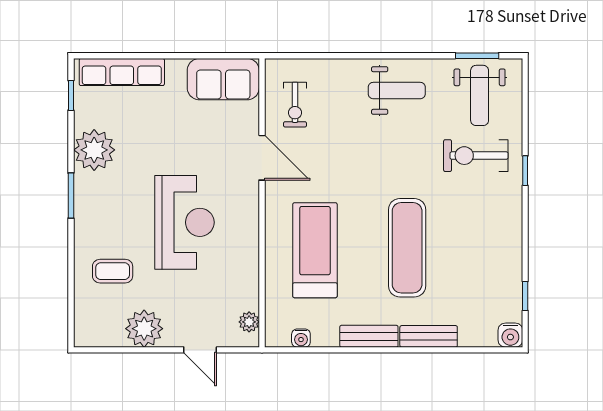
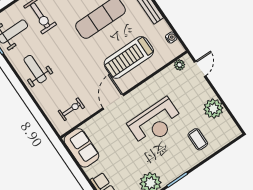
door: (262, 158) -> (113, 102), moved
reception desk: (184, 222) -> (155, 122), turned 180
door: (200, 350) -> (200, 69), moved

